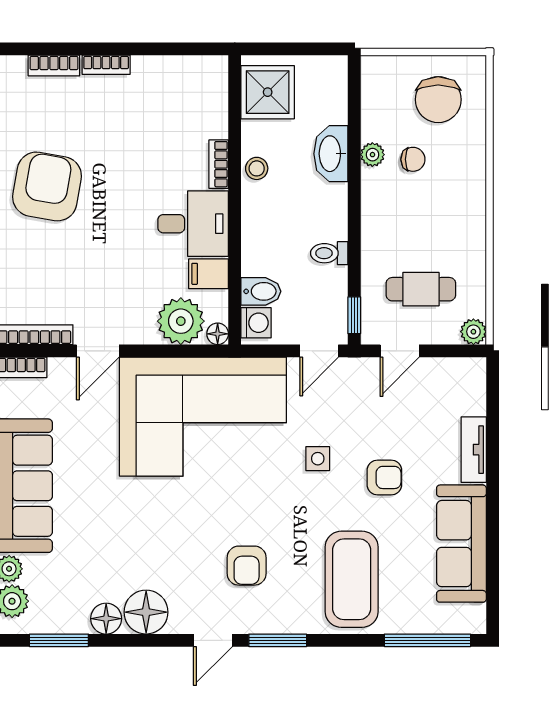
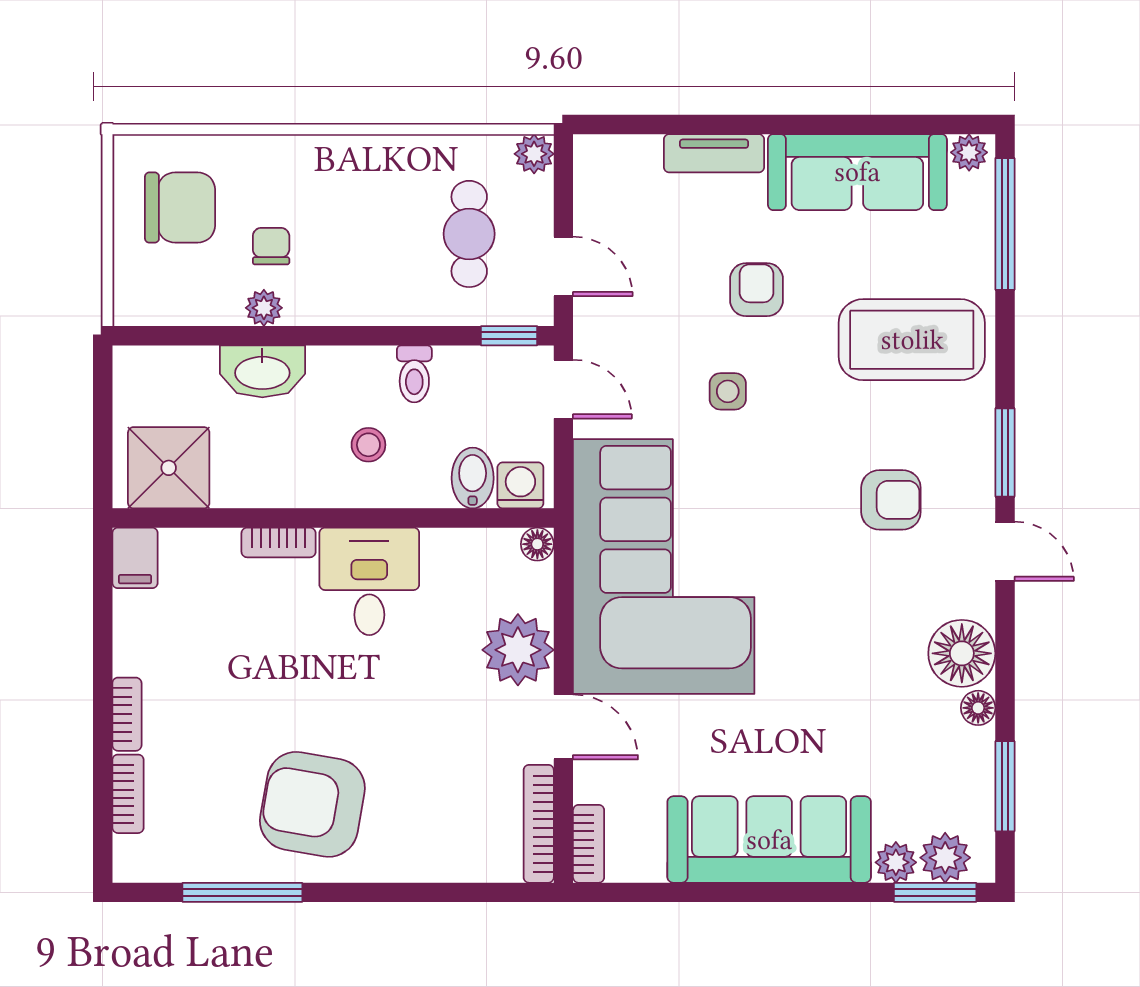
stool: (257, 168) -> (368, 445), moved
filing cabinet: (209, 274) -> (135, 558), moved
plant: (181, 321) -> (518, 650), moved
plant: (474, 617) -> (969, 152), added
floor lamp: (106, 619) -> (978, 708), width x0.73, depth x0.73

